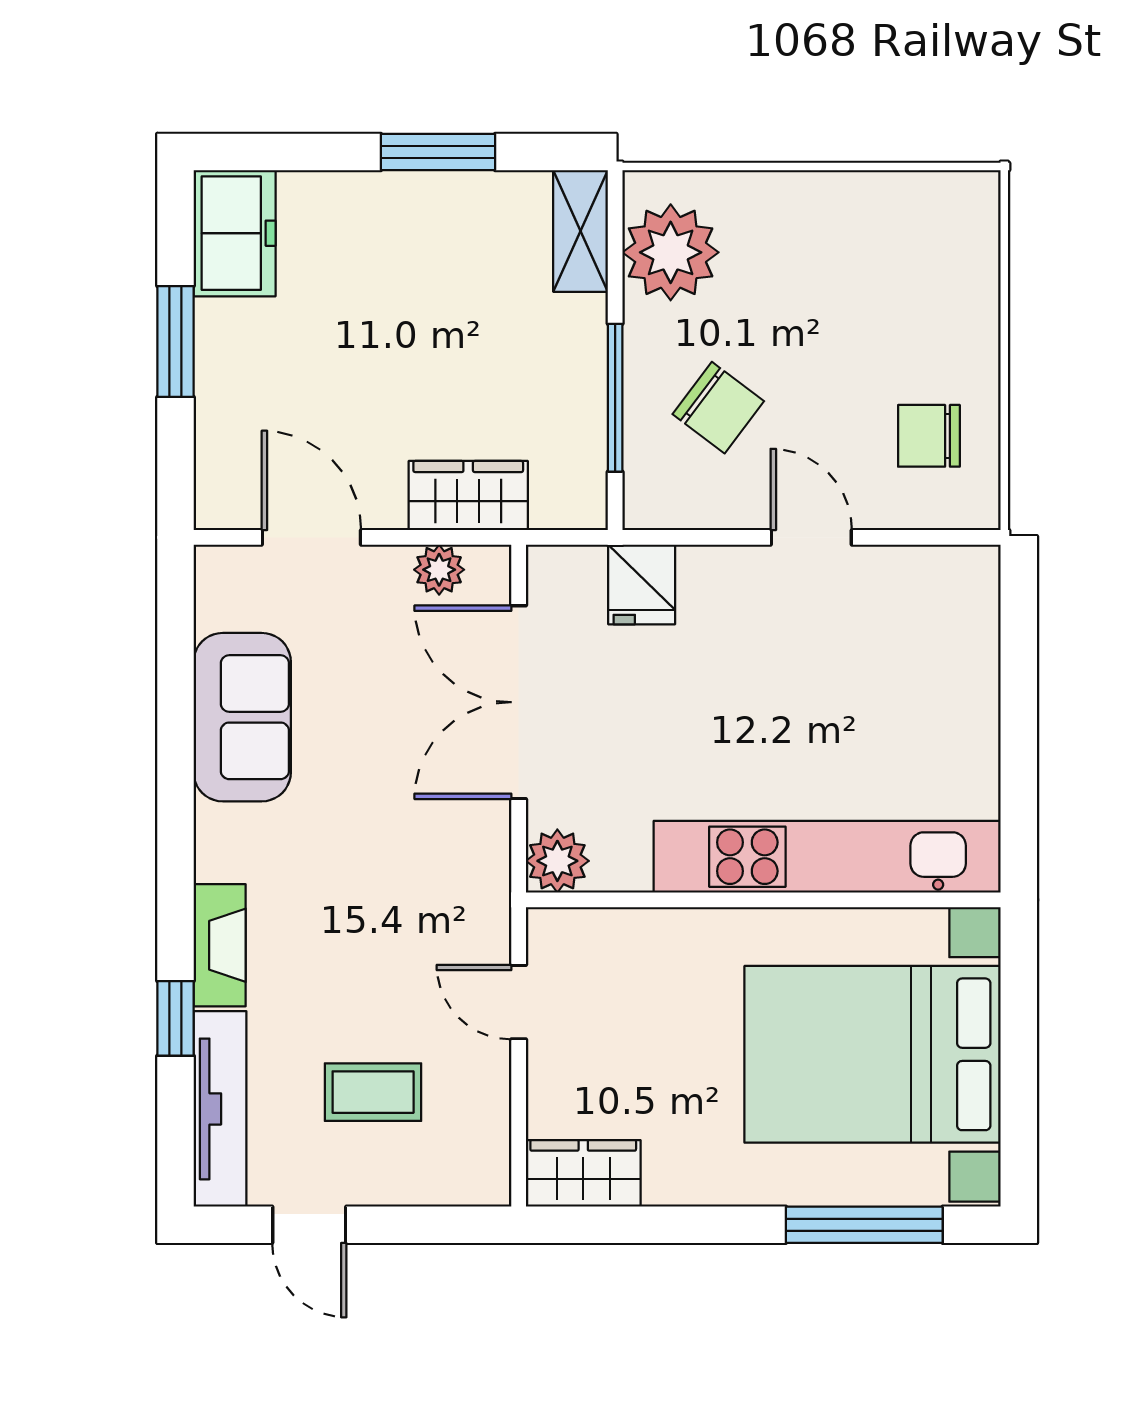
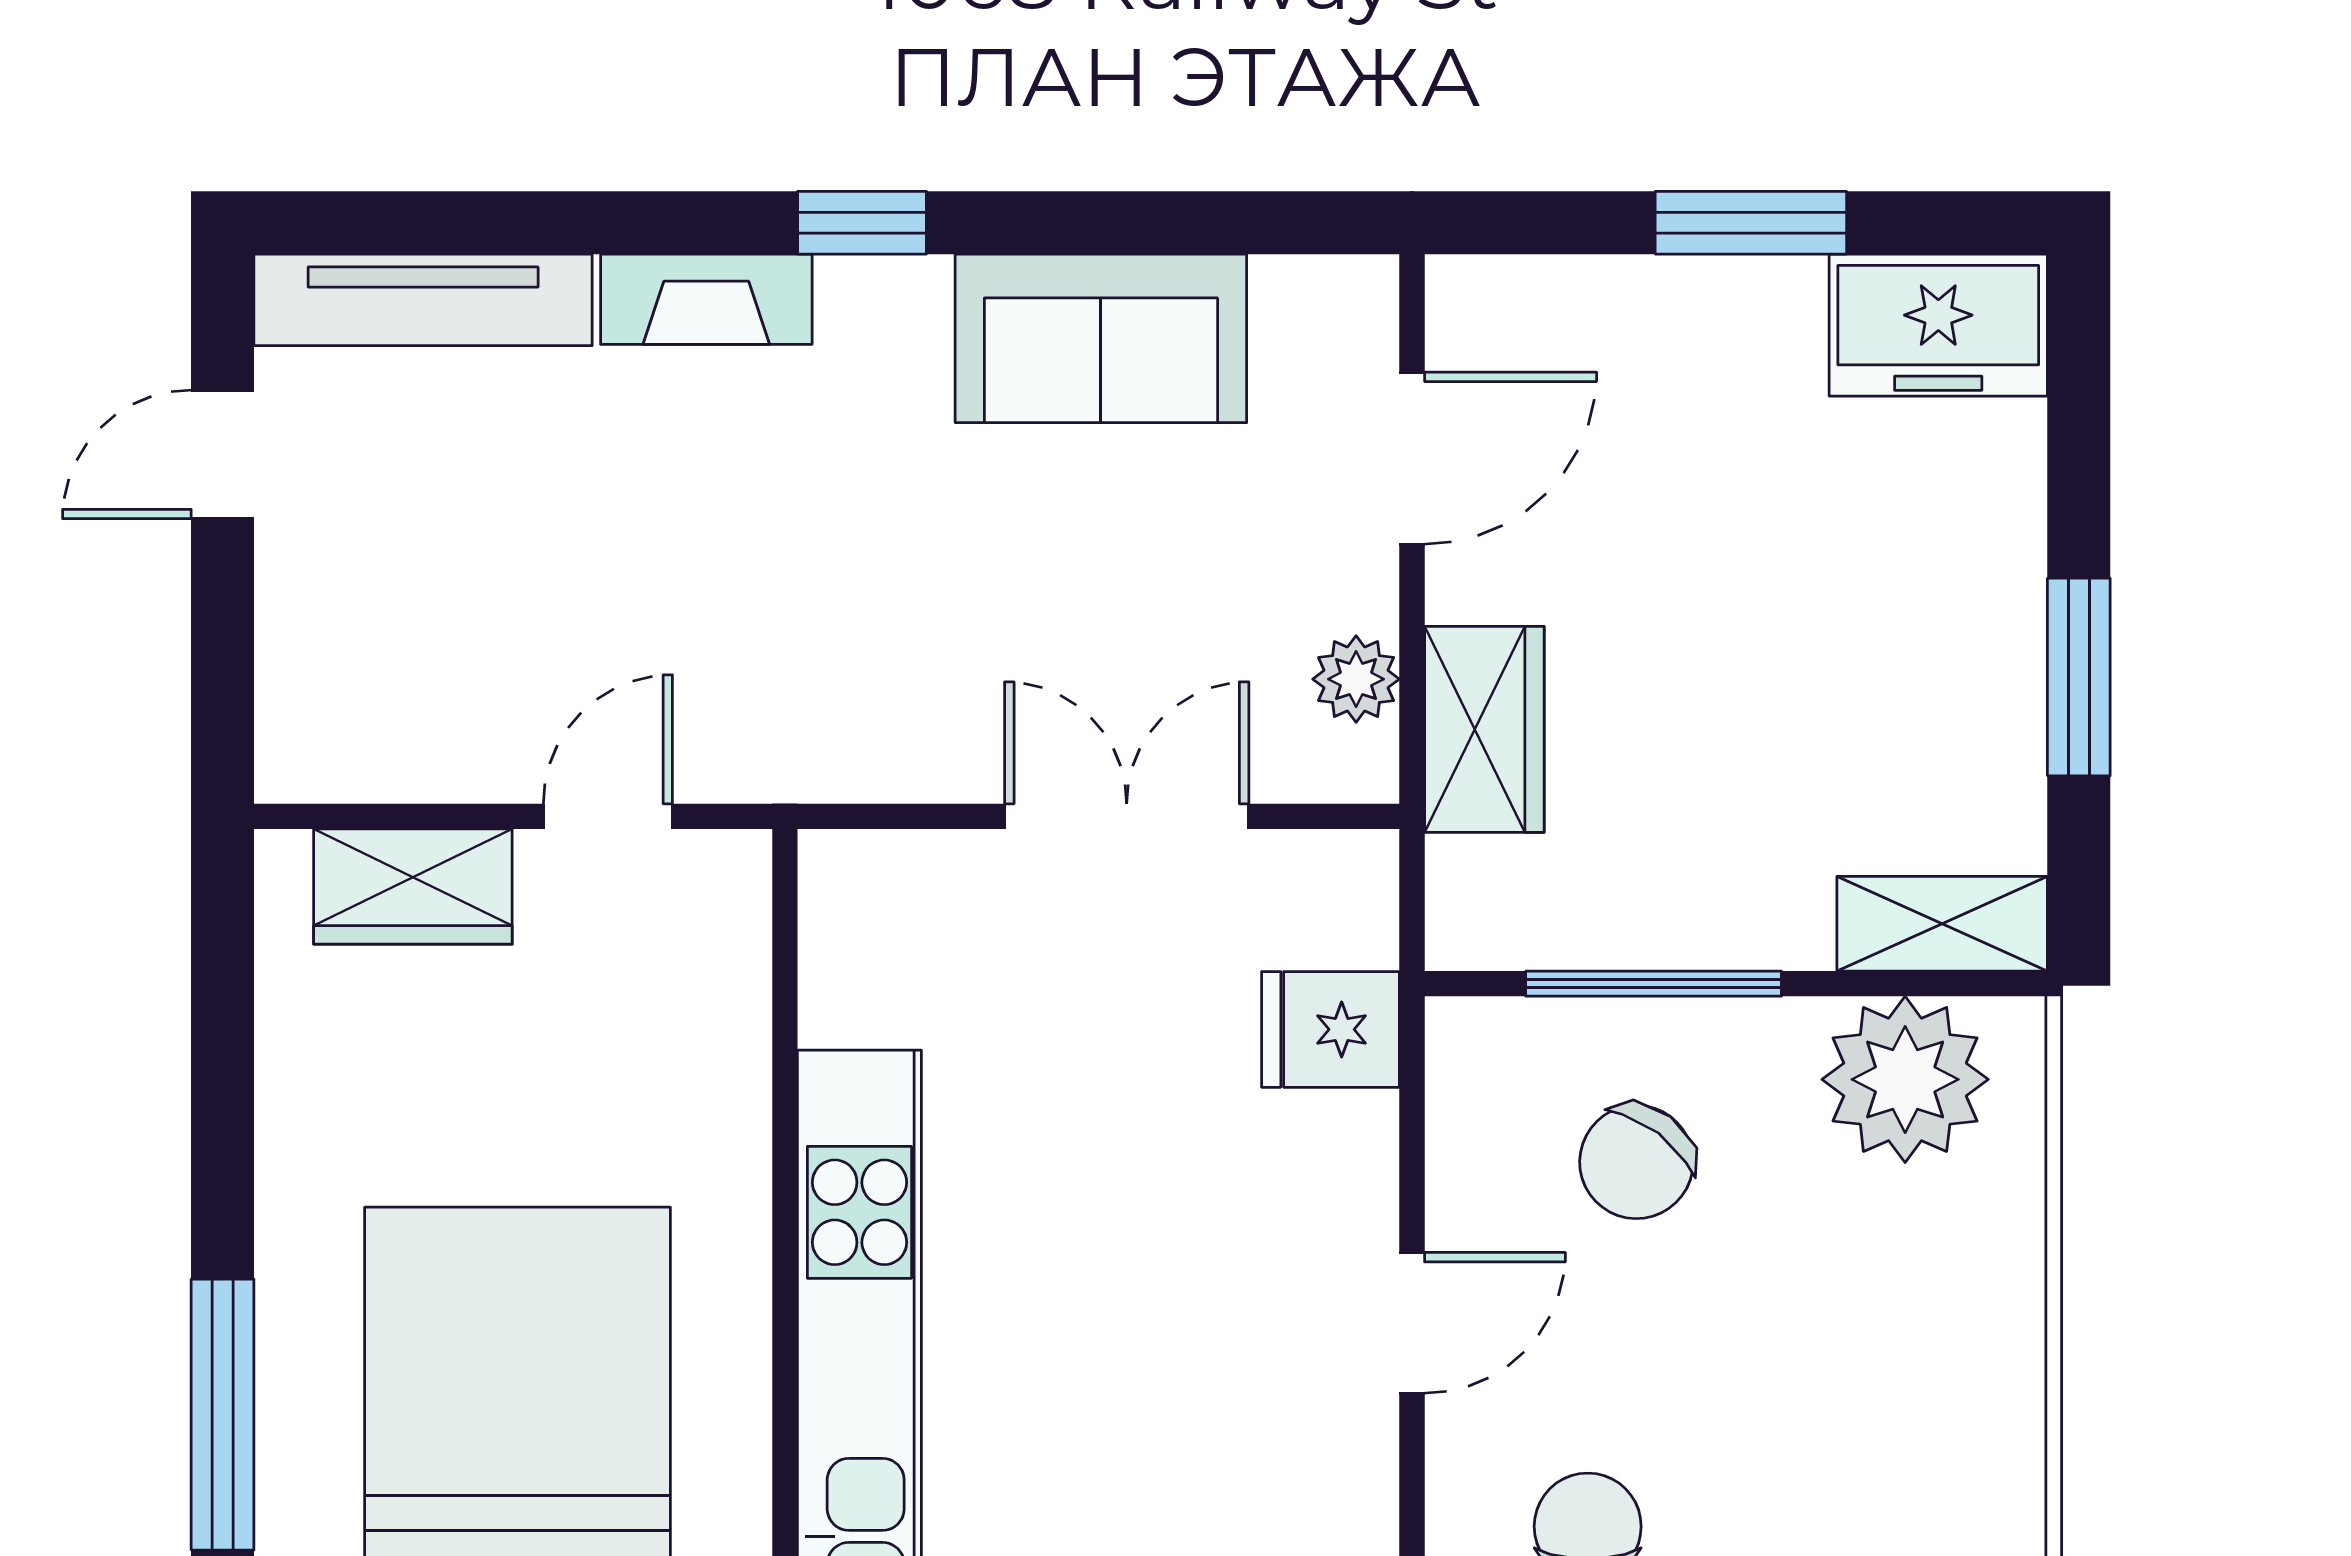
double door: (519, 702) -> (1127, 816), width x0.73
plant: (557, 861) -> (852, 884), removed
window: (175, 1018) -> (862, 223), moved
coffee table: (373, 1092) -> (452, 565), removed
wardrobe: (583, 1173) -> (413, 887), moved, turned 90

